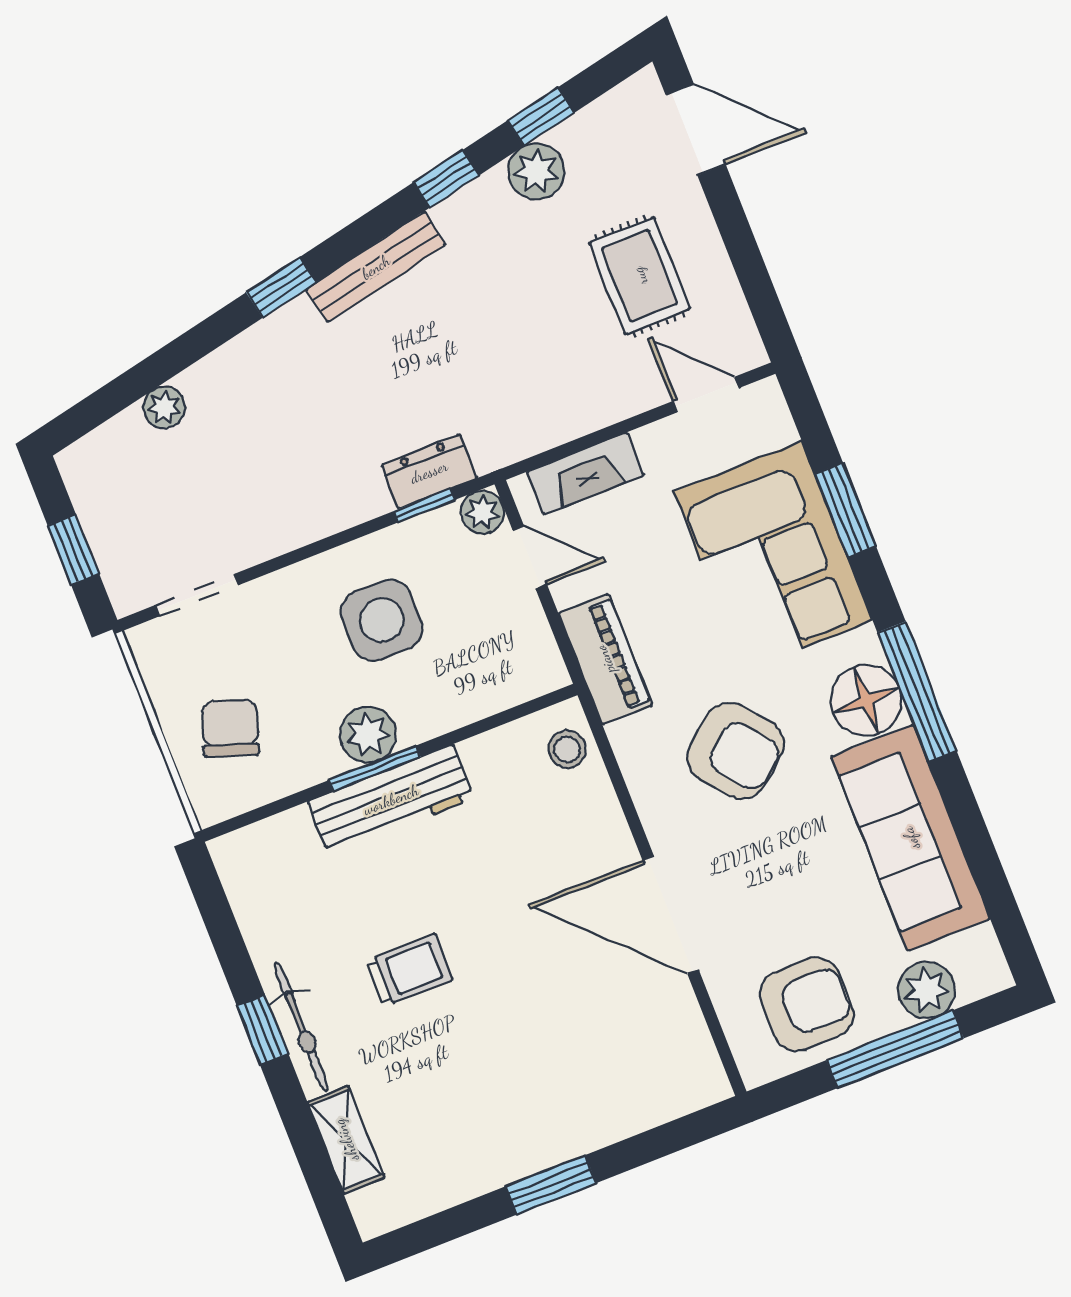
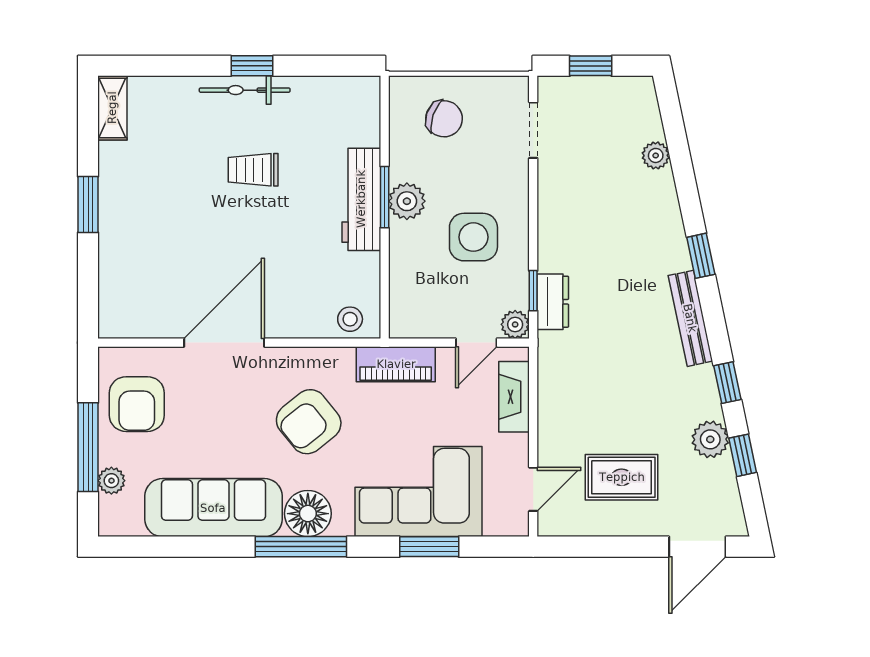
trolley: (409, 970) -> (253, 170), turned 90
plant: (926, 990) -> (111, 481), width x0.73, depth x0.73
shelving: (346, 1140) -> (112, 108), moved, turned 90

